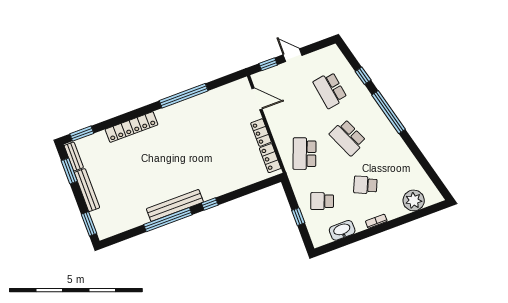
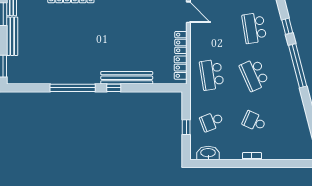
school desk: (304, 154) -> (212, 75), turned -30
plant: (414, 200) -> (291, 150), removed
school desk: (322, 201) -> (212, 121), turned -42
bench: (175, 205) -> (127, 78), moved
washbasin: (342, 230) -> (208, 153), moved

